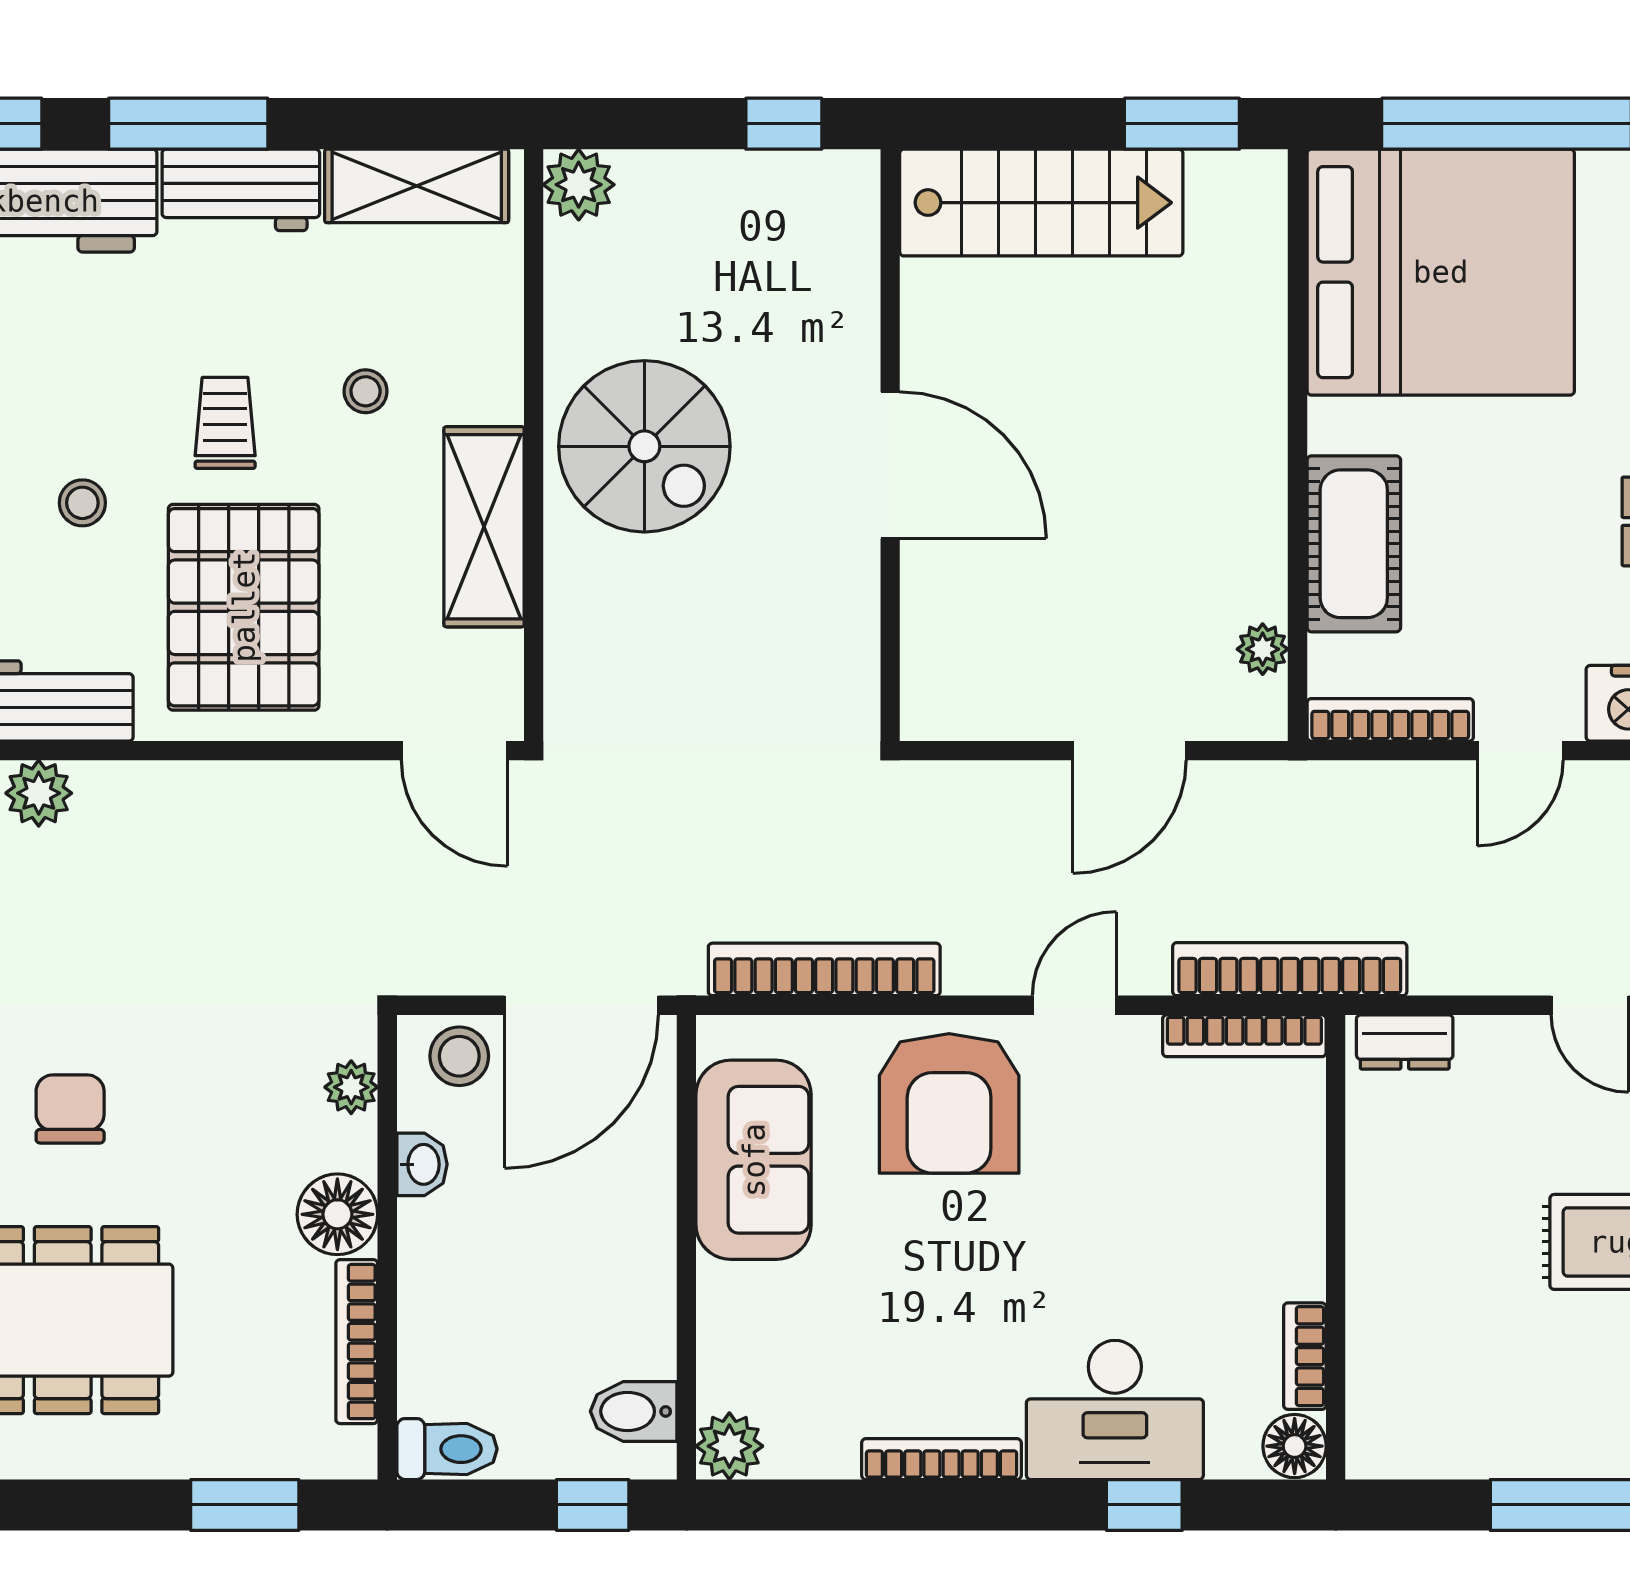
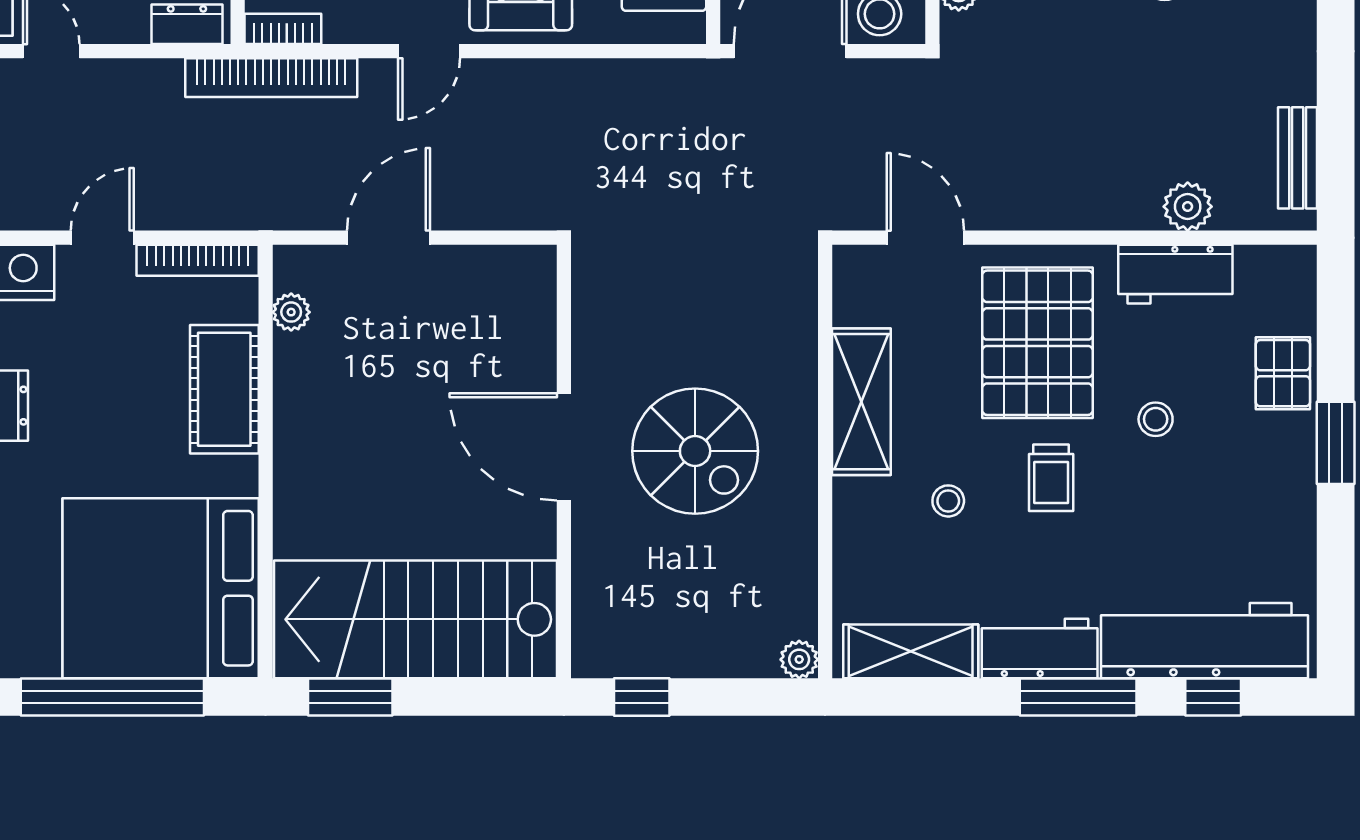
plant: (579, 185) -> (799, 659), width x0.73, depth x0.73
stairs: (1041, 203) -> (415, 619), width x1.36, depth x1.51
spiral stairs: (644, 446) -> (695, 451), moved, turned 180
door: (454, 751) -> (925, 238), moved
bookcase: (824, 969) -> (612, 77), removed
bookcase: (1244, 1036) -> (283, 29), width x0.64

